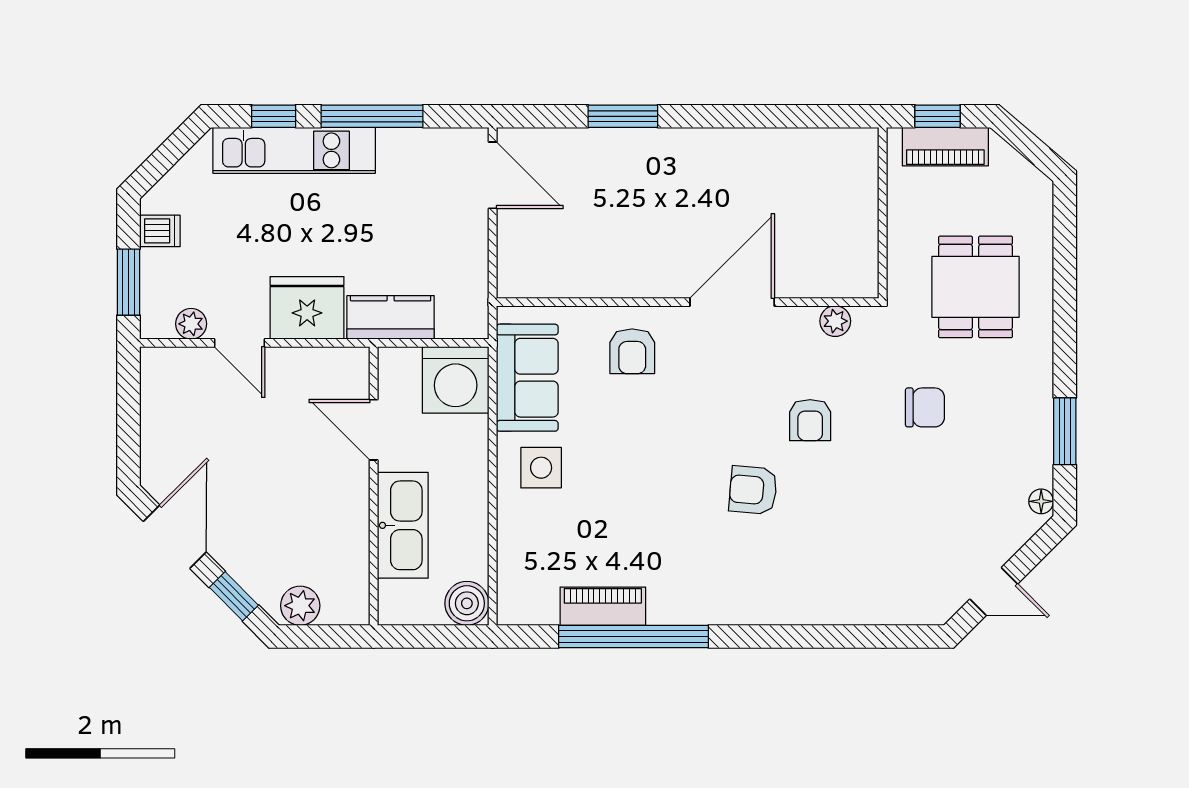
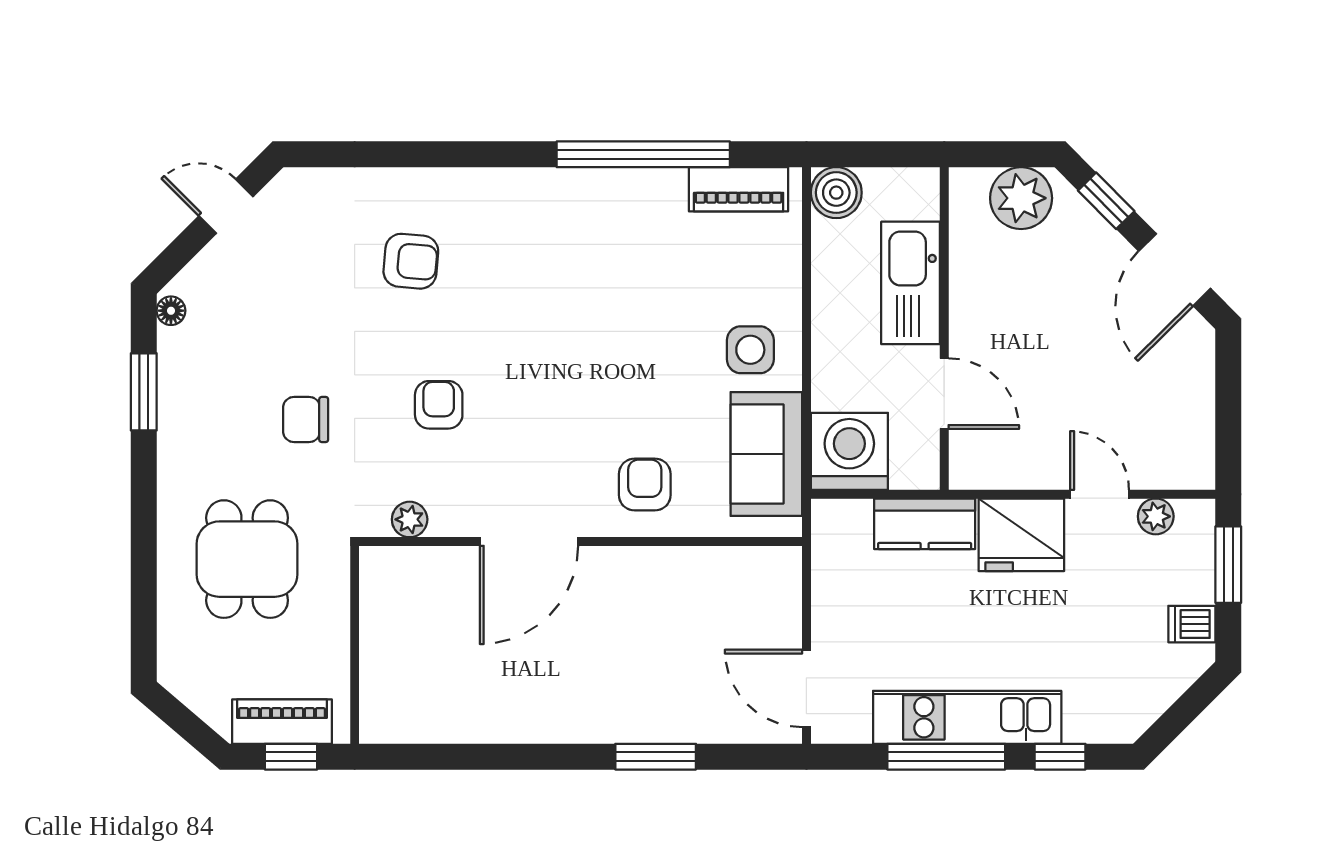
kitchen unit: (294, 150) -> (967, 717), moved
armchair: (753, 490) -> (411, 261), moved
plant: (300, 606) -> (1021, 198), width x1.36, depth x1.36
piano: (603, 606) -> (739, 189), moved

